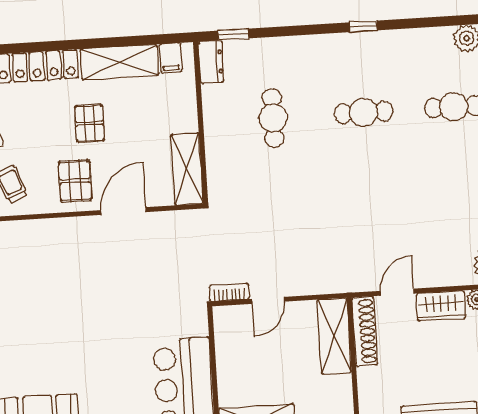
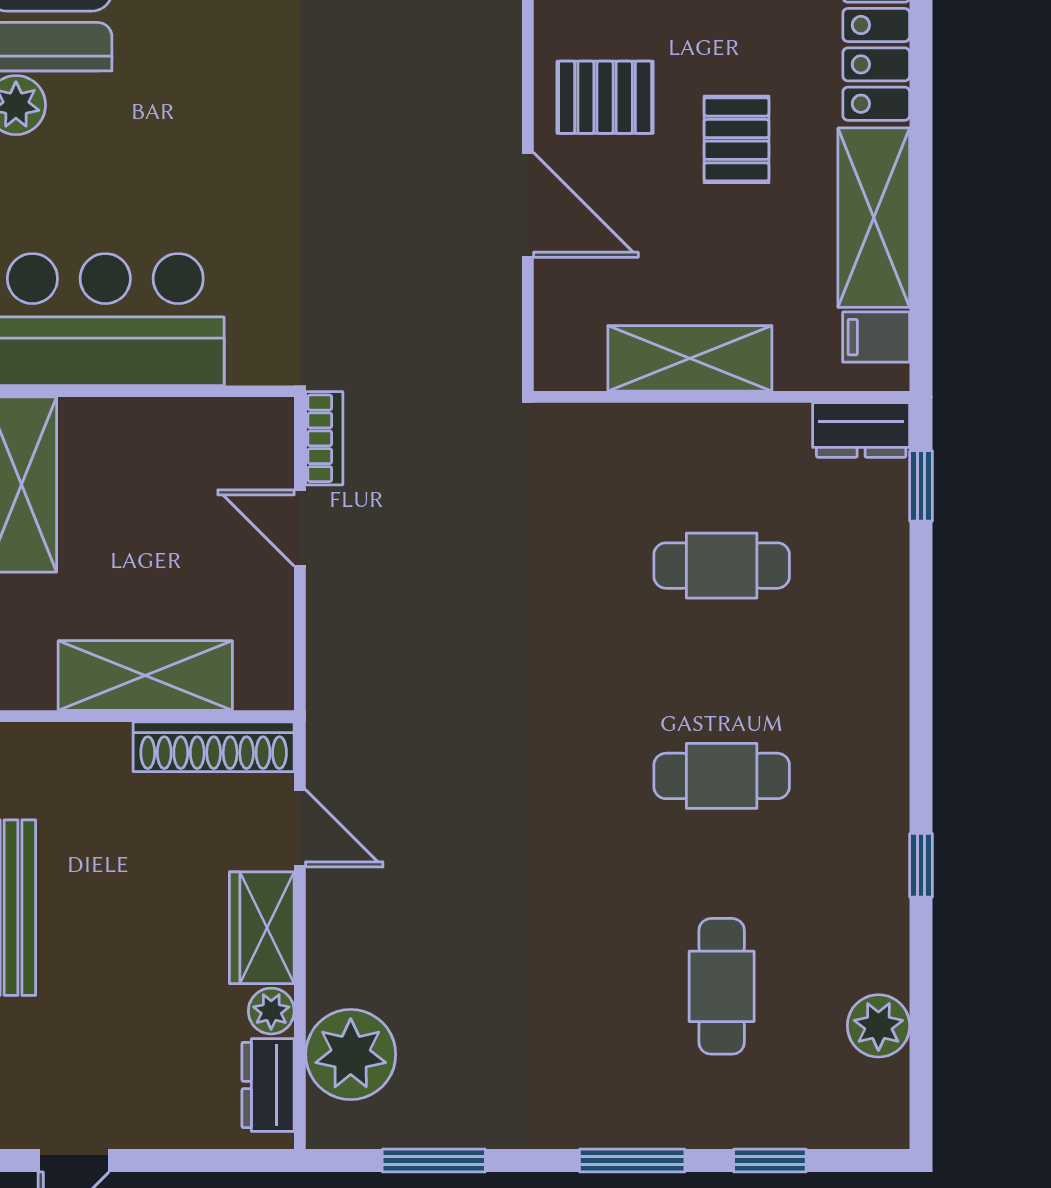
window: (363, 26) -> (921, 865), moved
cafe table: (363, 112) -> (722, 776), turned 90
pallet: (90, 123) -> (736, 139), turned 90
shelving: (187, 169) -> (690, 358), moved
shelving: (334, 336) -> (145, 676), moved

